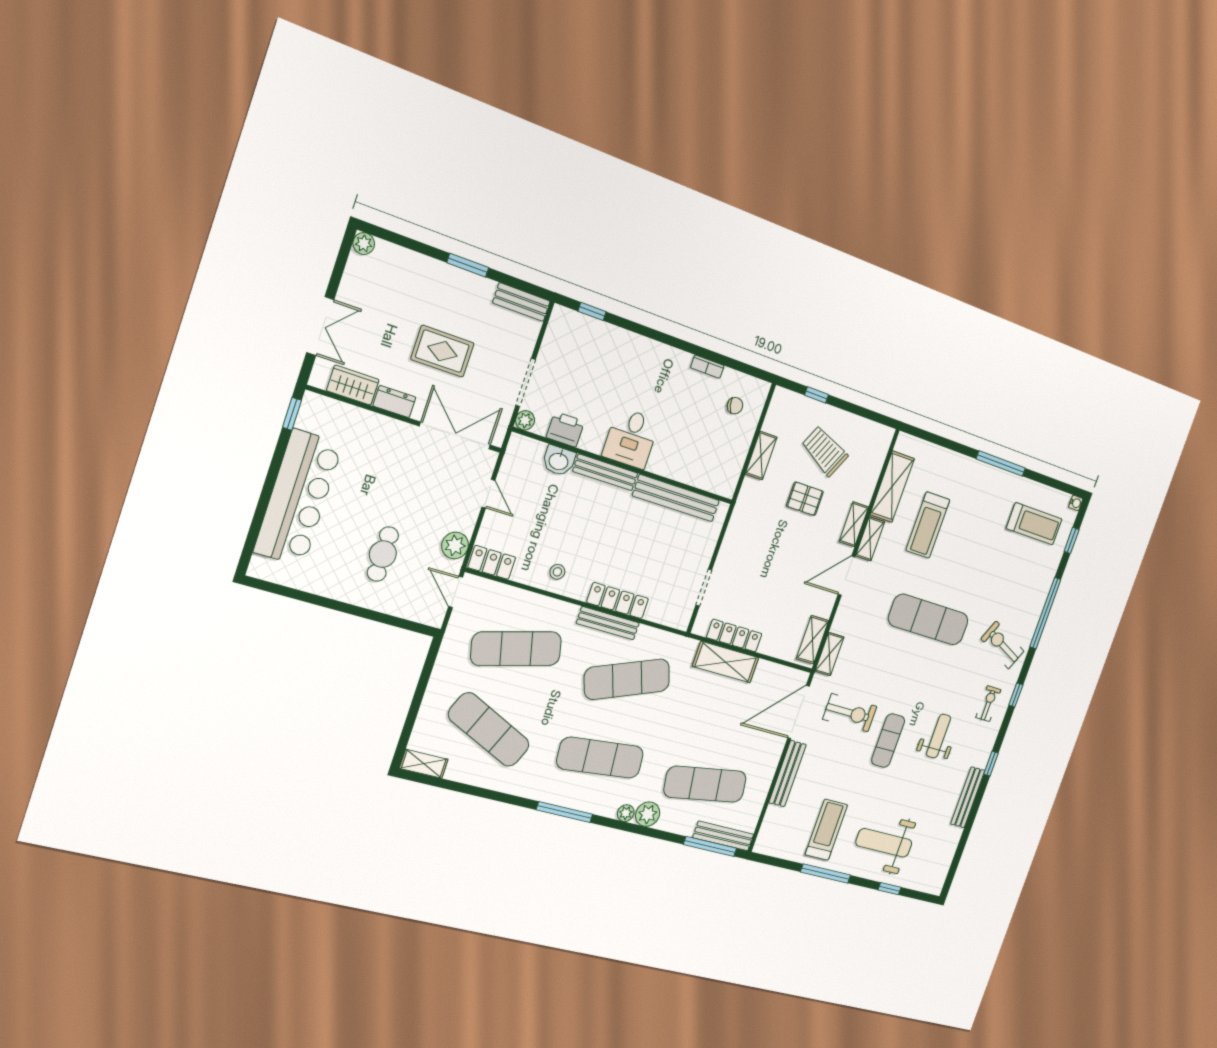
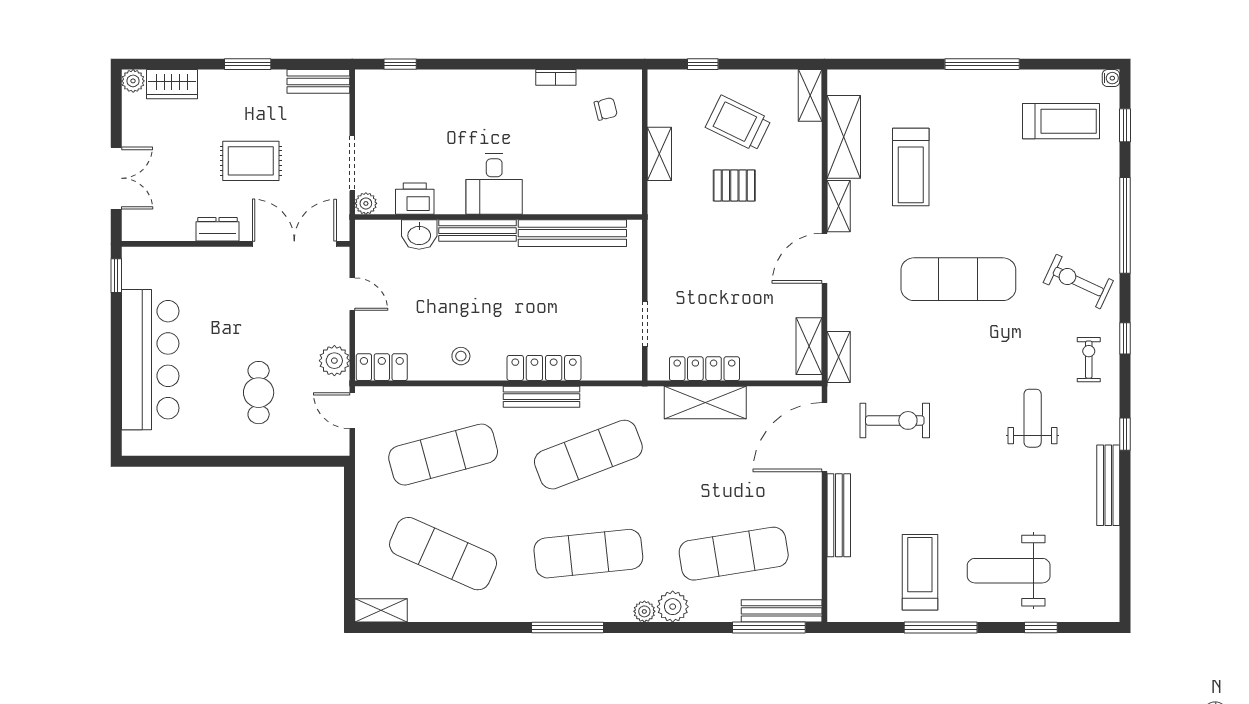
wardrobe: (353, 385) -> (172, 84), moved, turned 180
shelving: (854, 524) -> (810, 95), moved
exercise mat: (888, 741) -> (962, 441), removed

